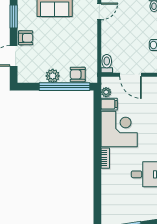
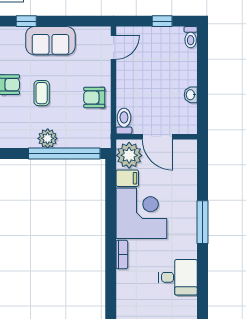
coffee table: (48, 44) -> (42, 93), added
armchair: (78, 74) -> (94, 97), moved
plant: (106, 92) -> (129, 155), width x1.88, depth x1.88

